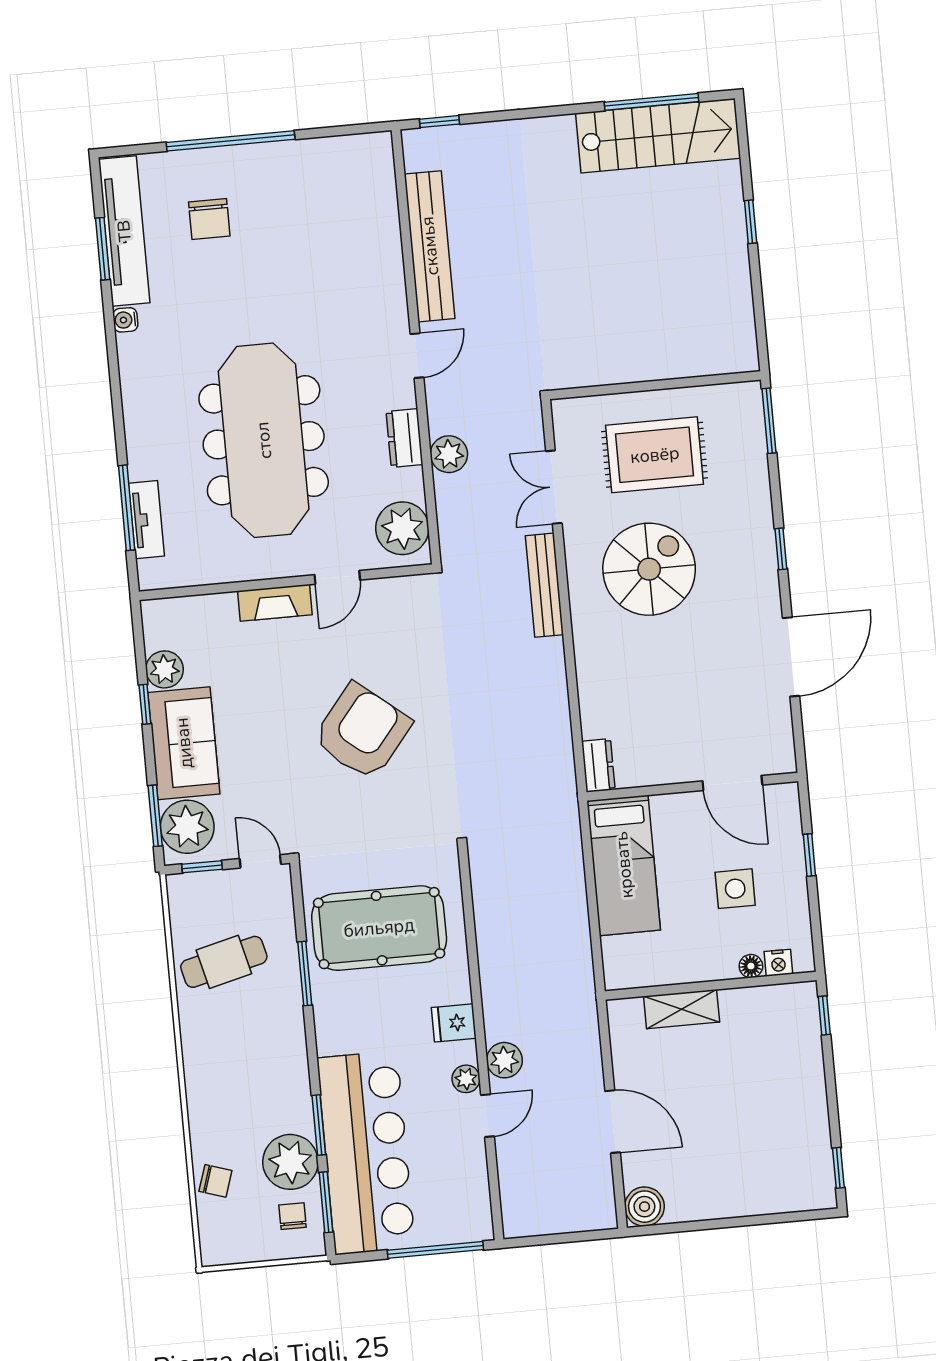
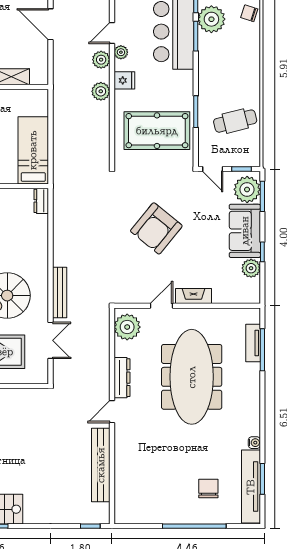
dresser: (405, 438) -> (122, 378), width x1.44
plant: (449, 454) -> (101, 91), moved

